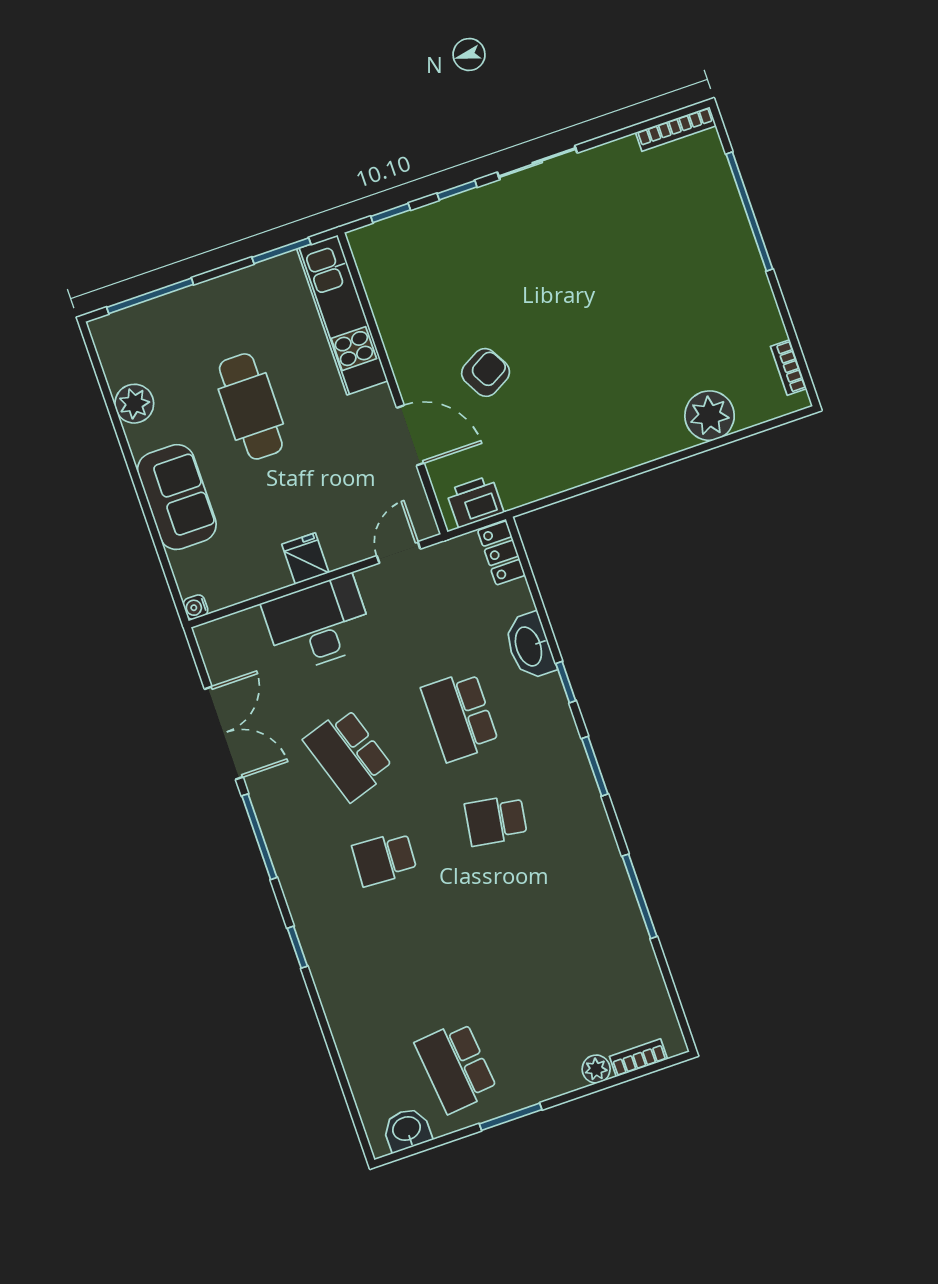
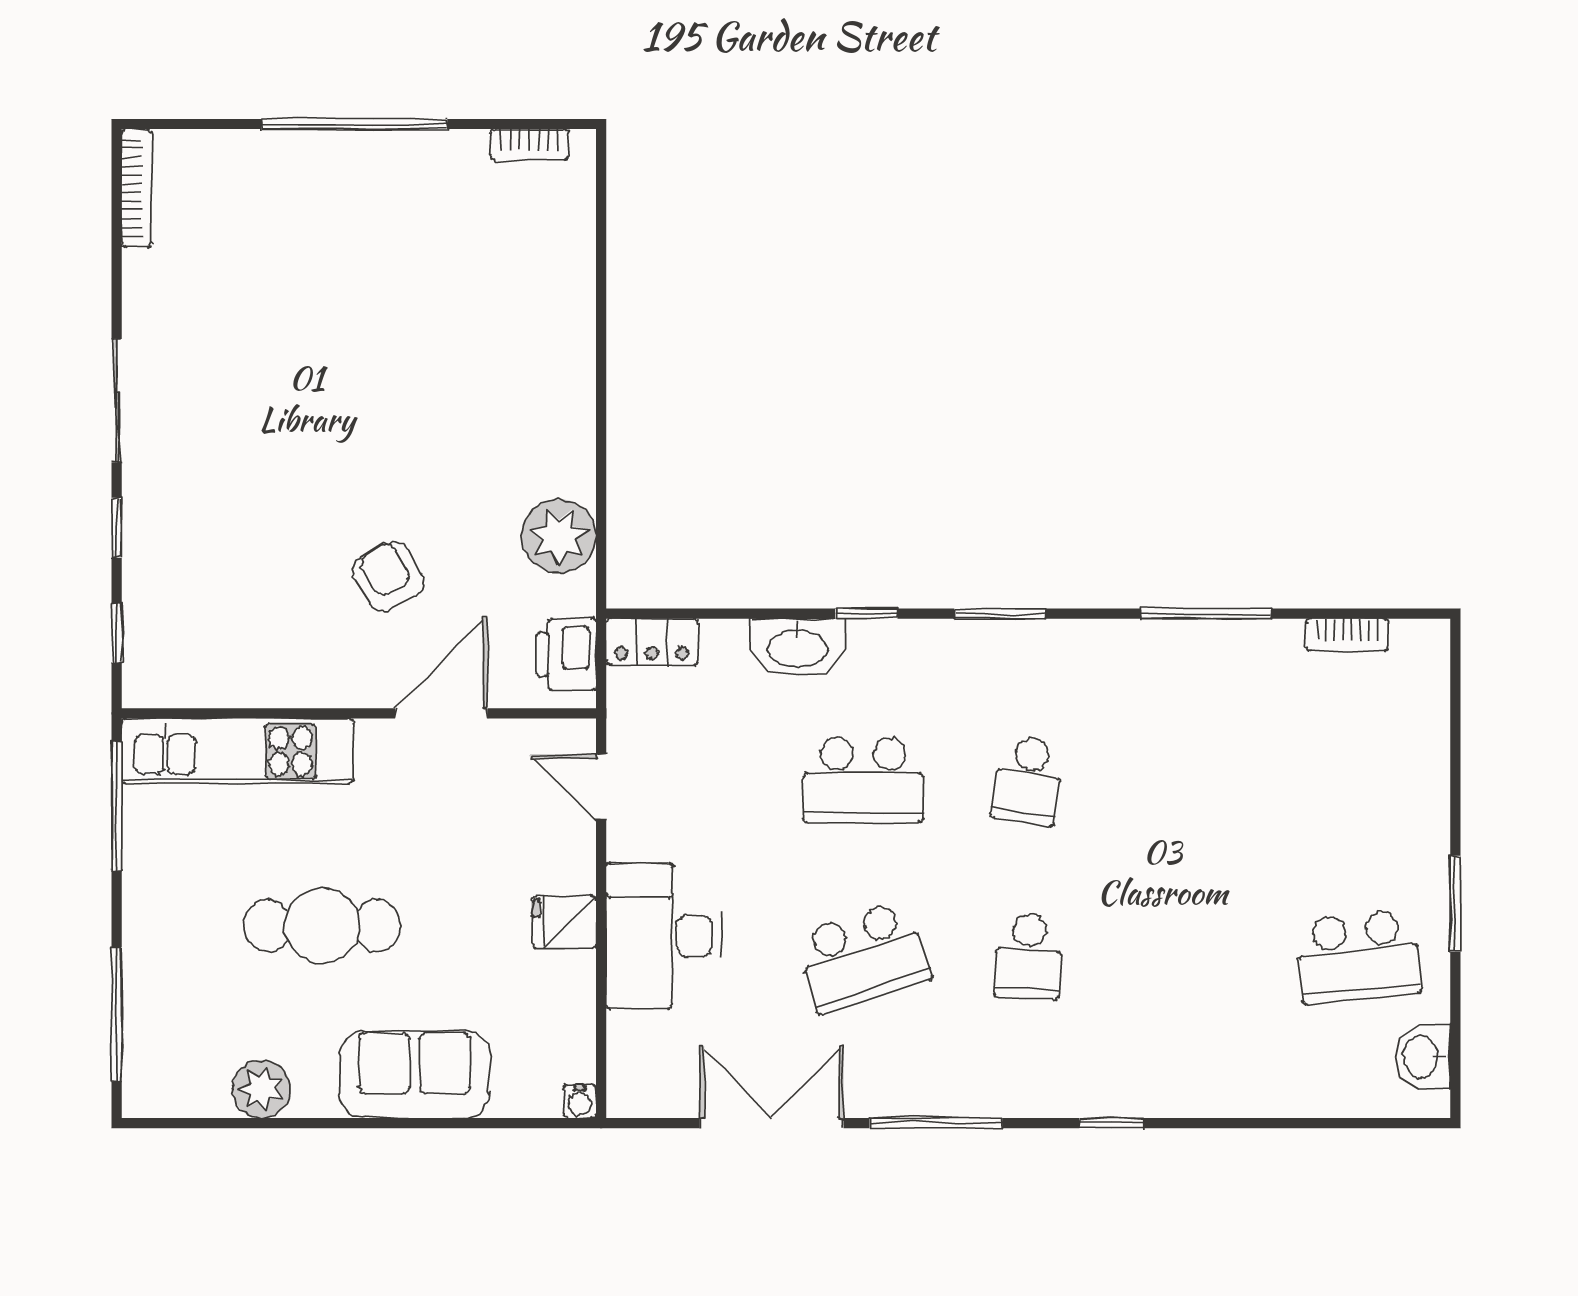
window: (749, 211) -> (354, 124), moved
window: (281, 251) -> (117, 806), width x1.44
plant: (710, 416) -> (559, 536), moved
bookcase: (638, 1058) -> (1347, 635), moved, turned -90
plant: (596, 1069) -> (1429, 759), removed

